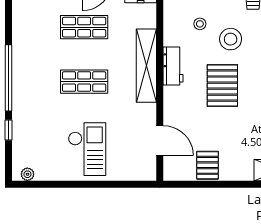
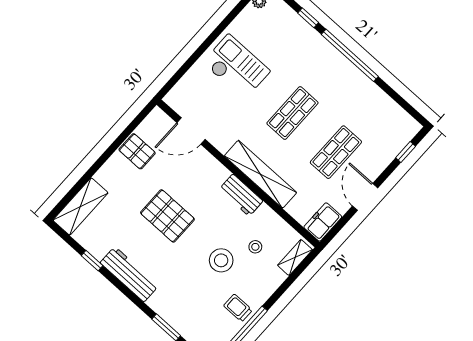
pallet: (222, 86) -> (167, 216), moved
checkout: (87, 149) -> (236, 67), turned 180

